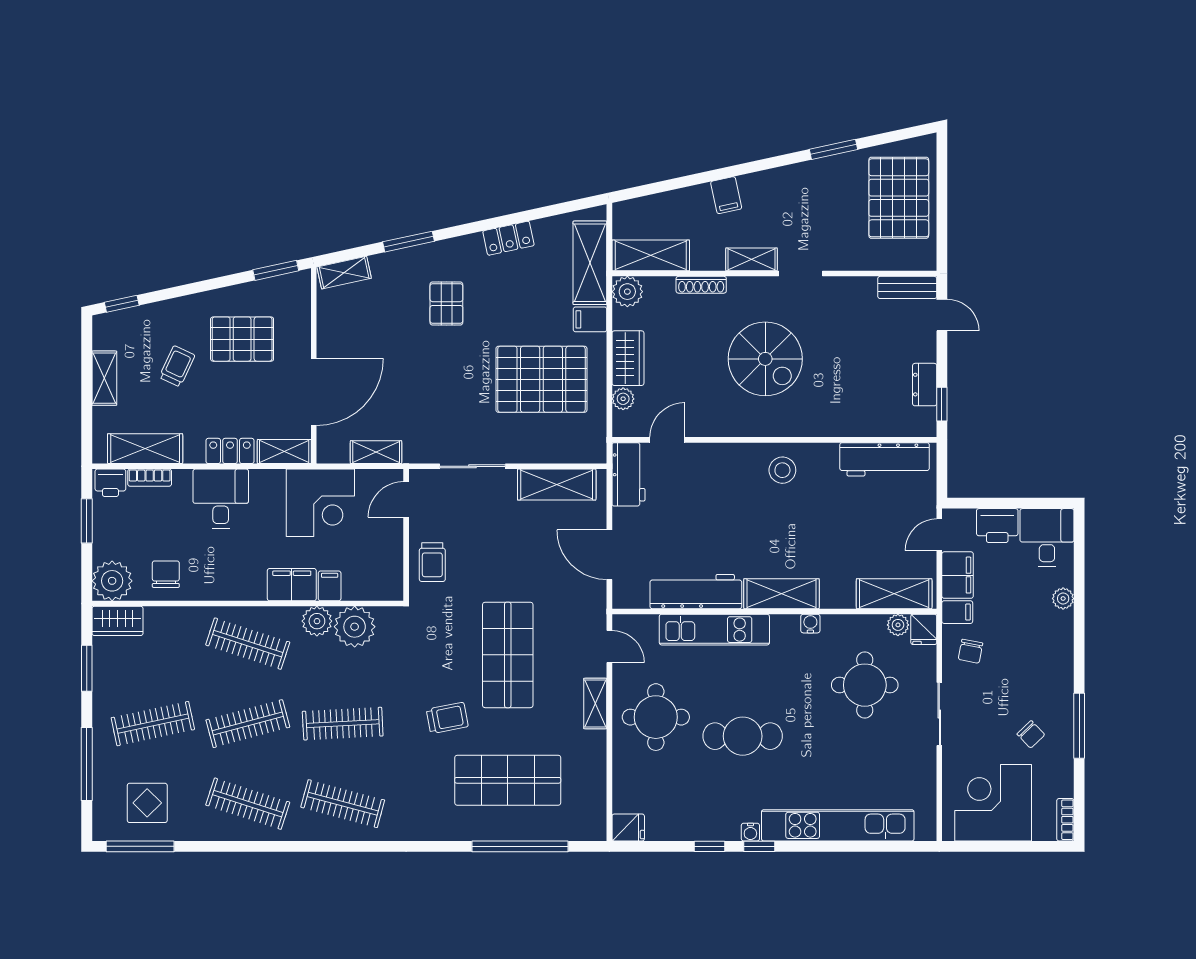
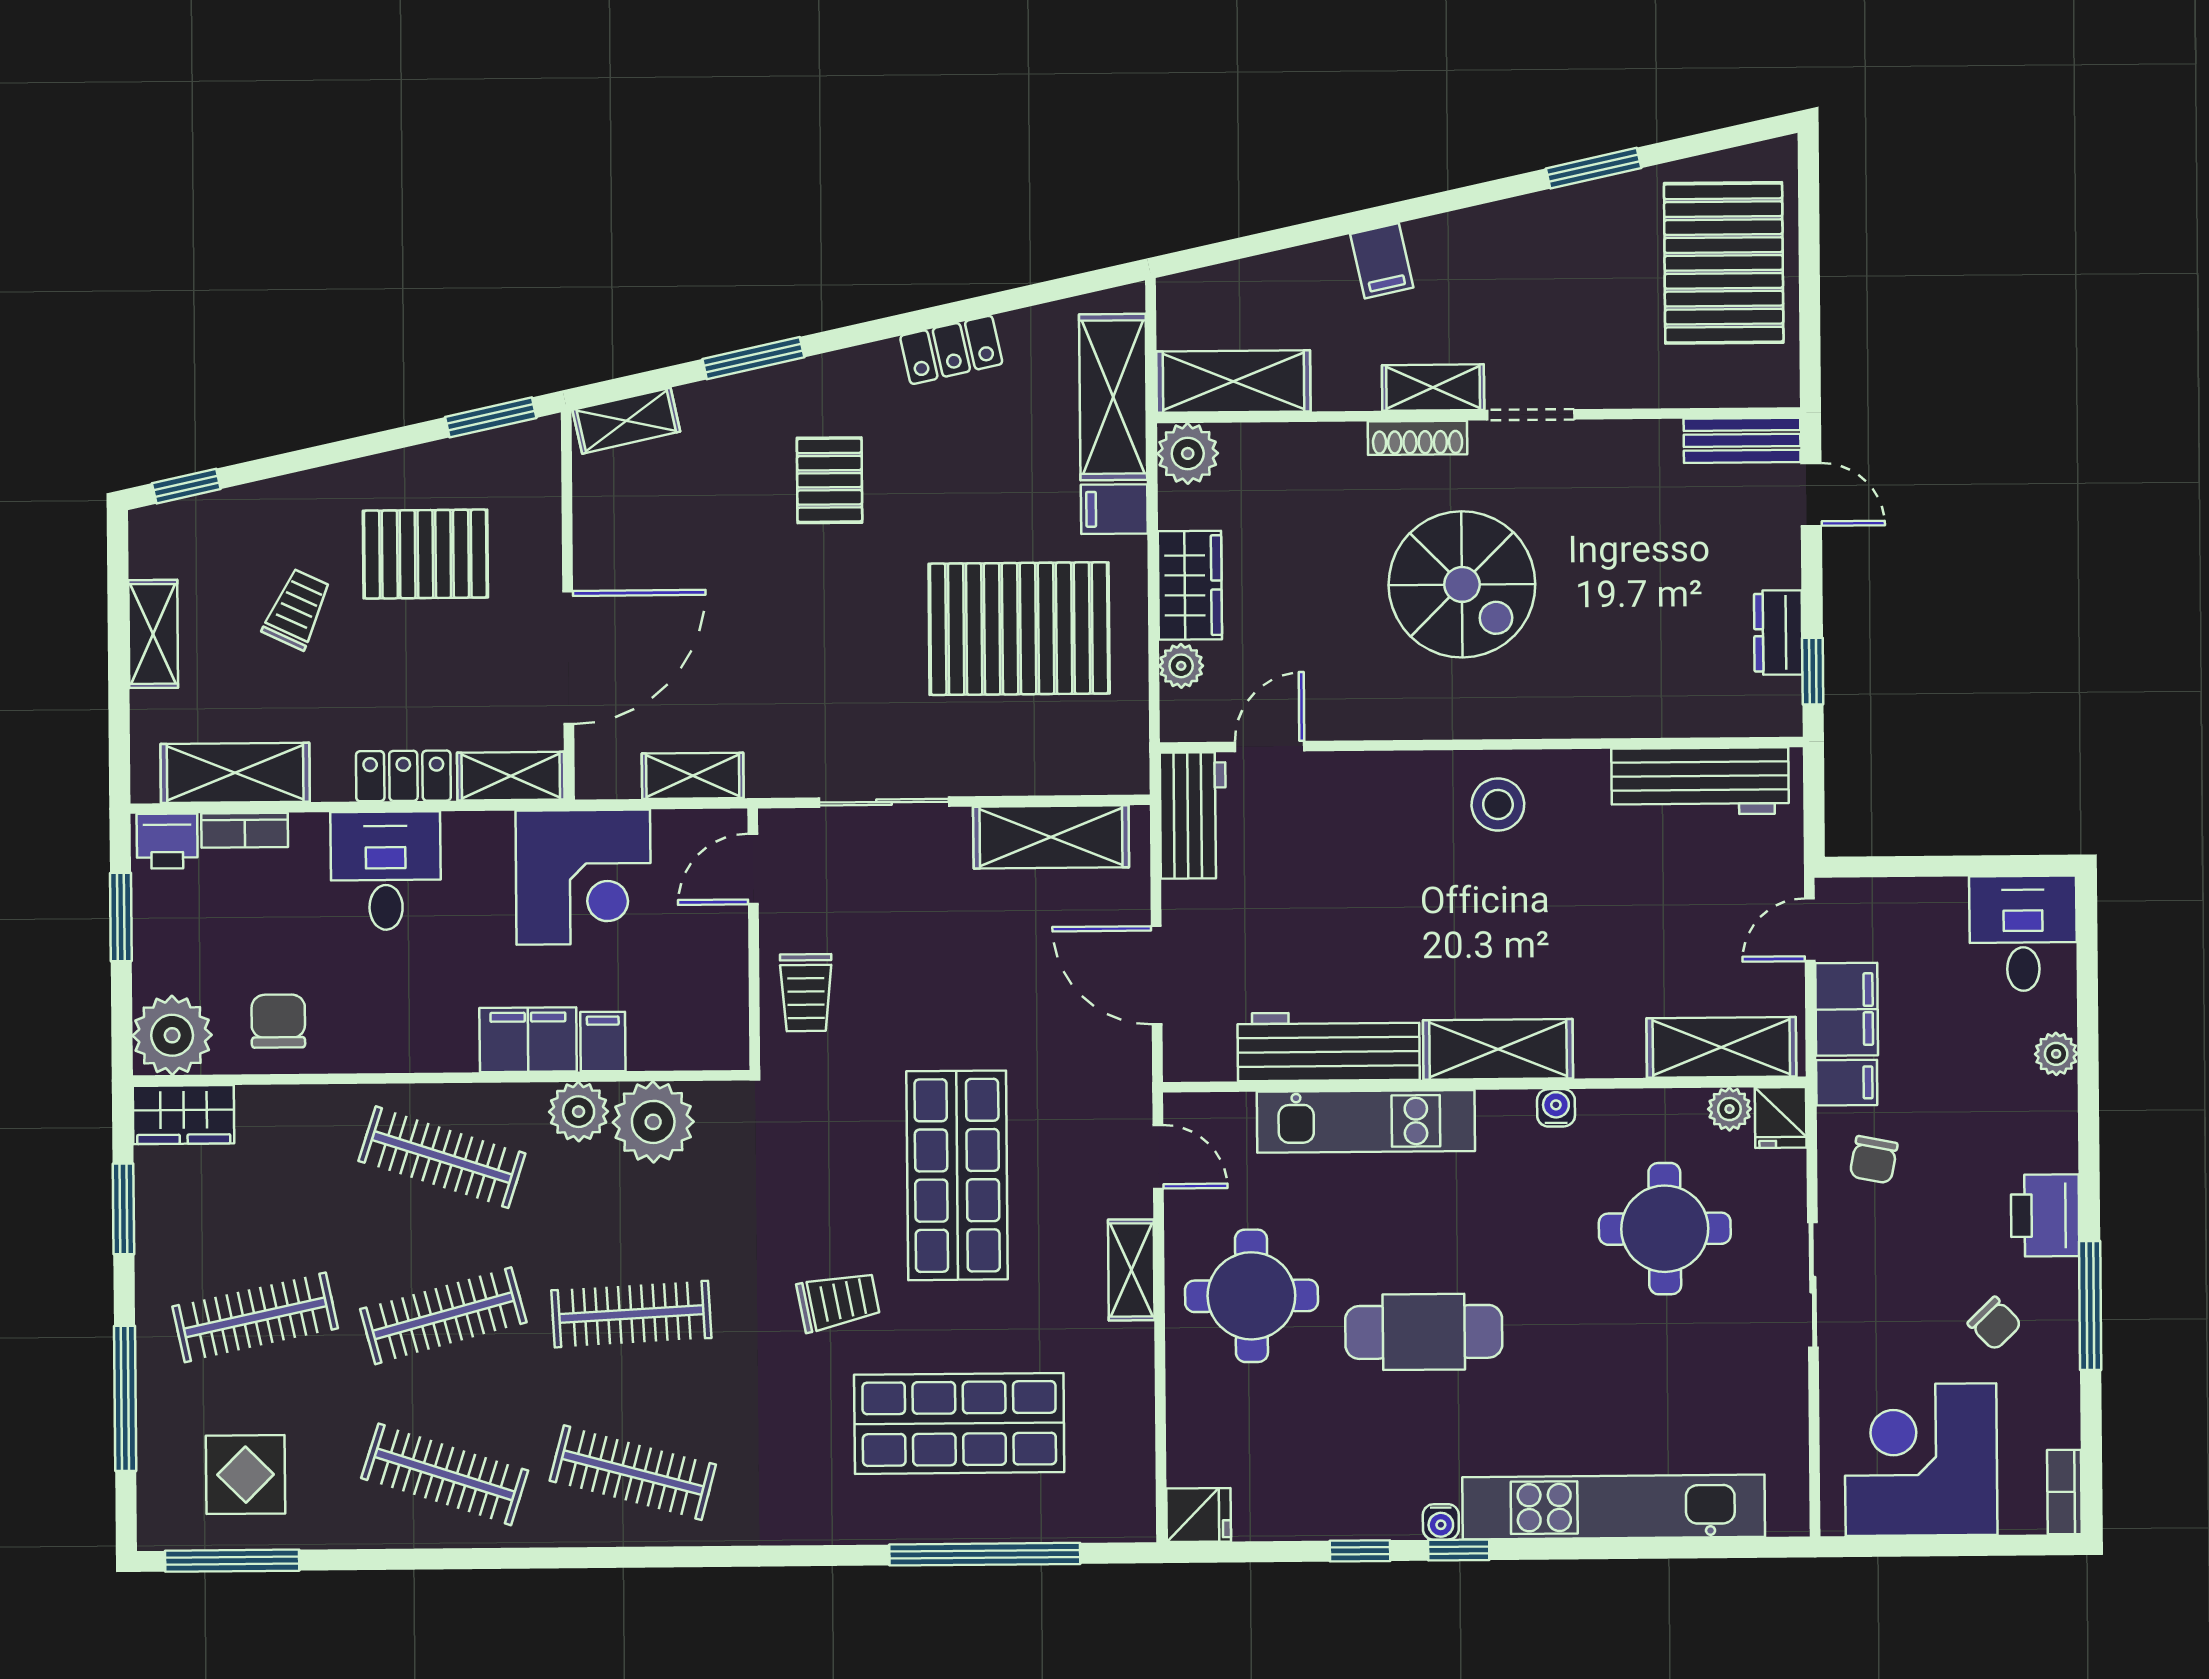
shoe rack: (701, 285) -> (1418, 438), moved
printer: (997, 526) -> (2045, 1215), moved, turned 90

